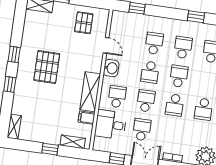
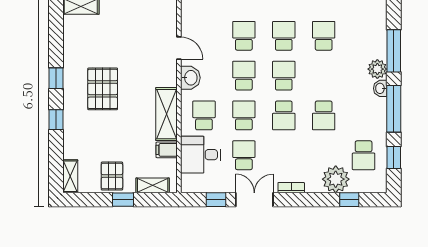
pallet: (84, 23) -> (112, 176), moved
school desk: (150, 72) -> (244, 76), turned 180

